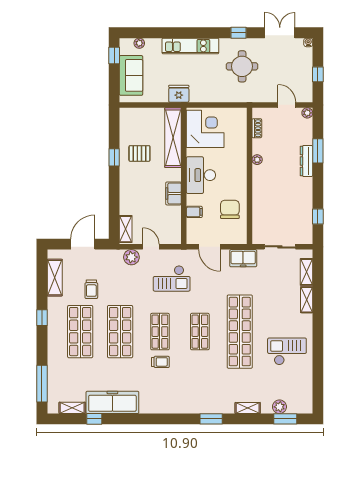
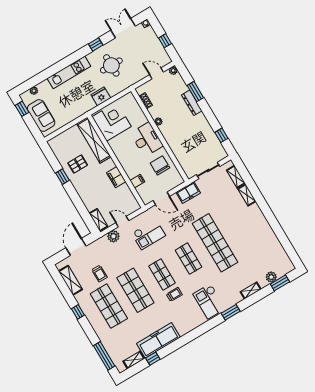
fridge: (179, 94) -> (101, 96), moved
desk: (201, 175) -> (147, 139), moved, turned 180
checkout: (287, 351) -> (209, 301), moved, turned -90

